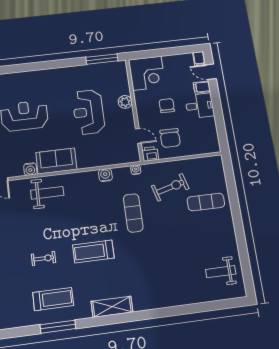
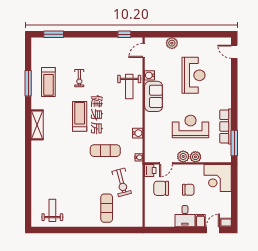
row of seats: (83, 71) -> (225, 126), added
plant: (127, 116) -> (183, 156), added

